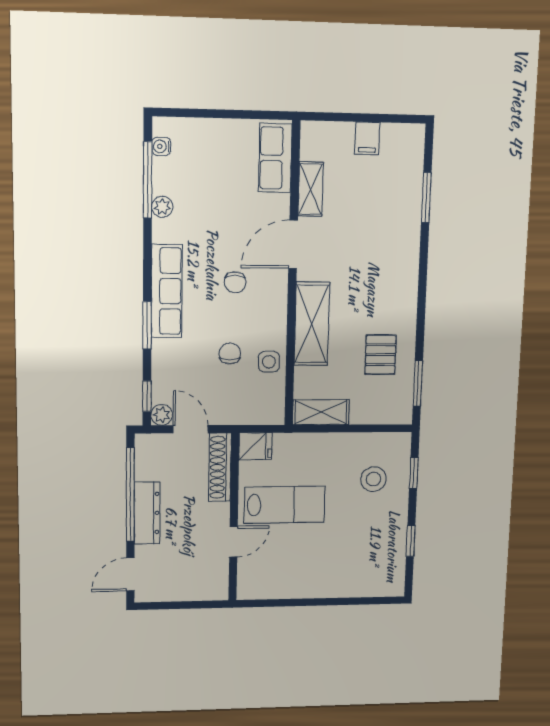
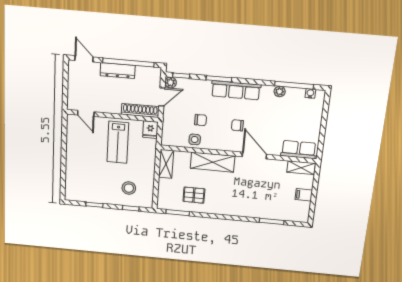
shelving: (311, 189) -> (301, 168), moved
door: (233, 542) -> (86, 113), moved

